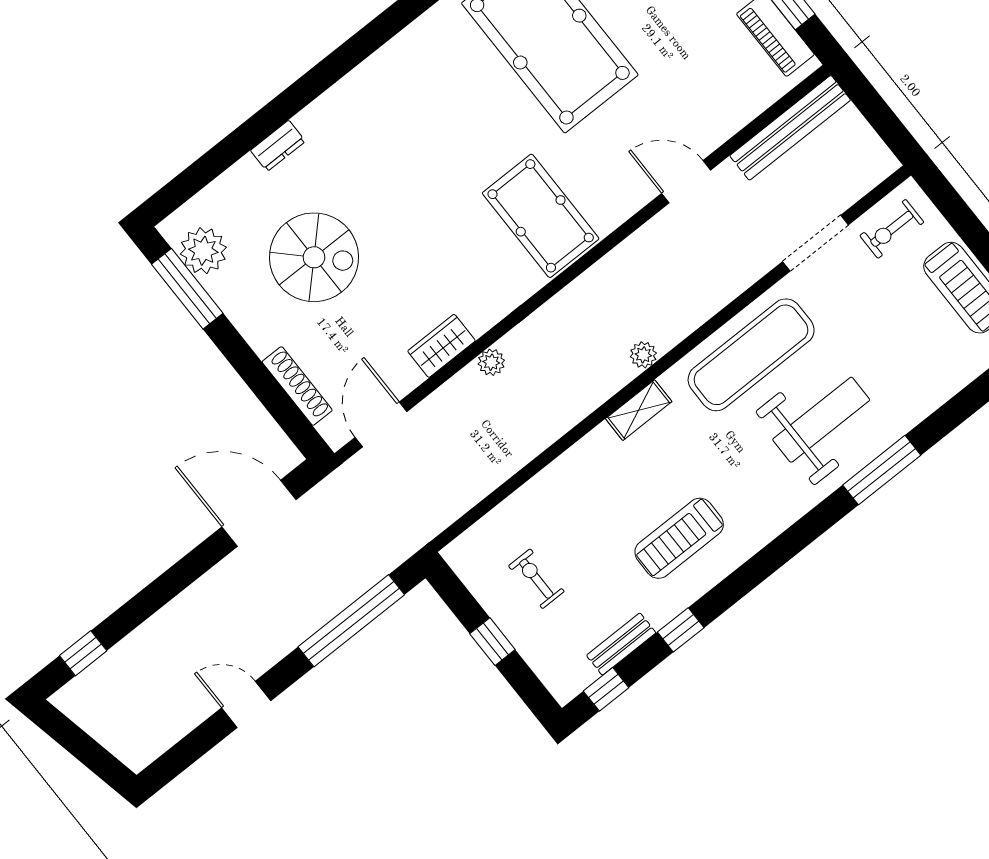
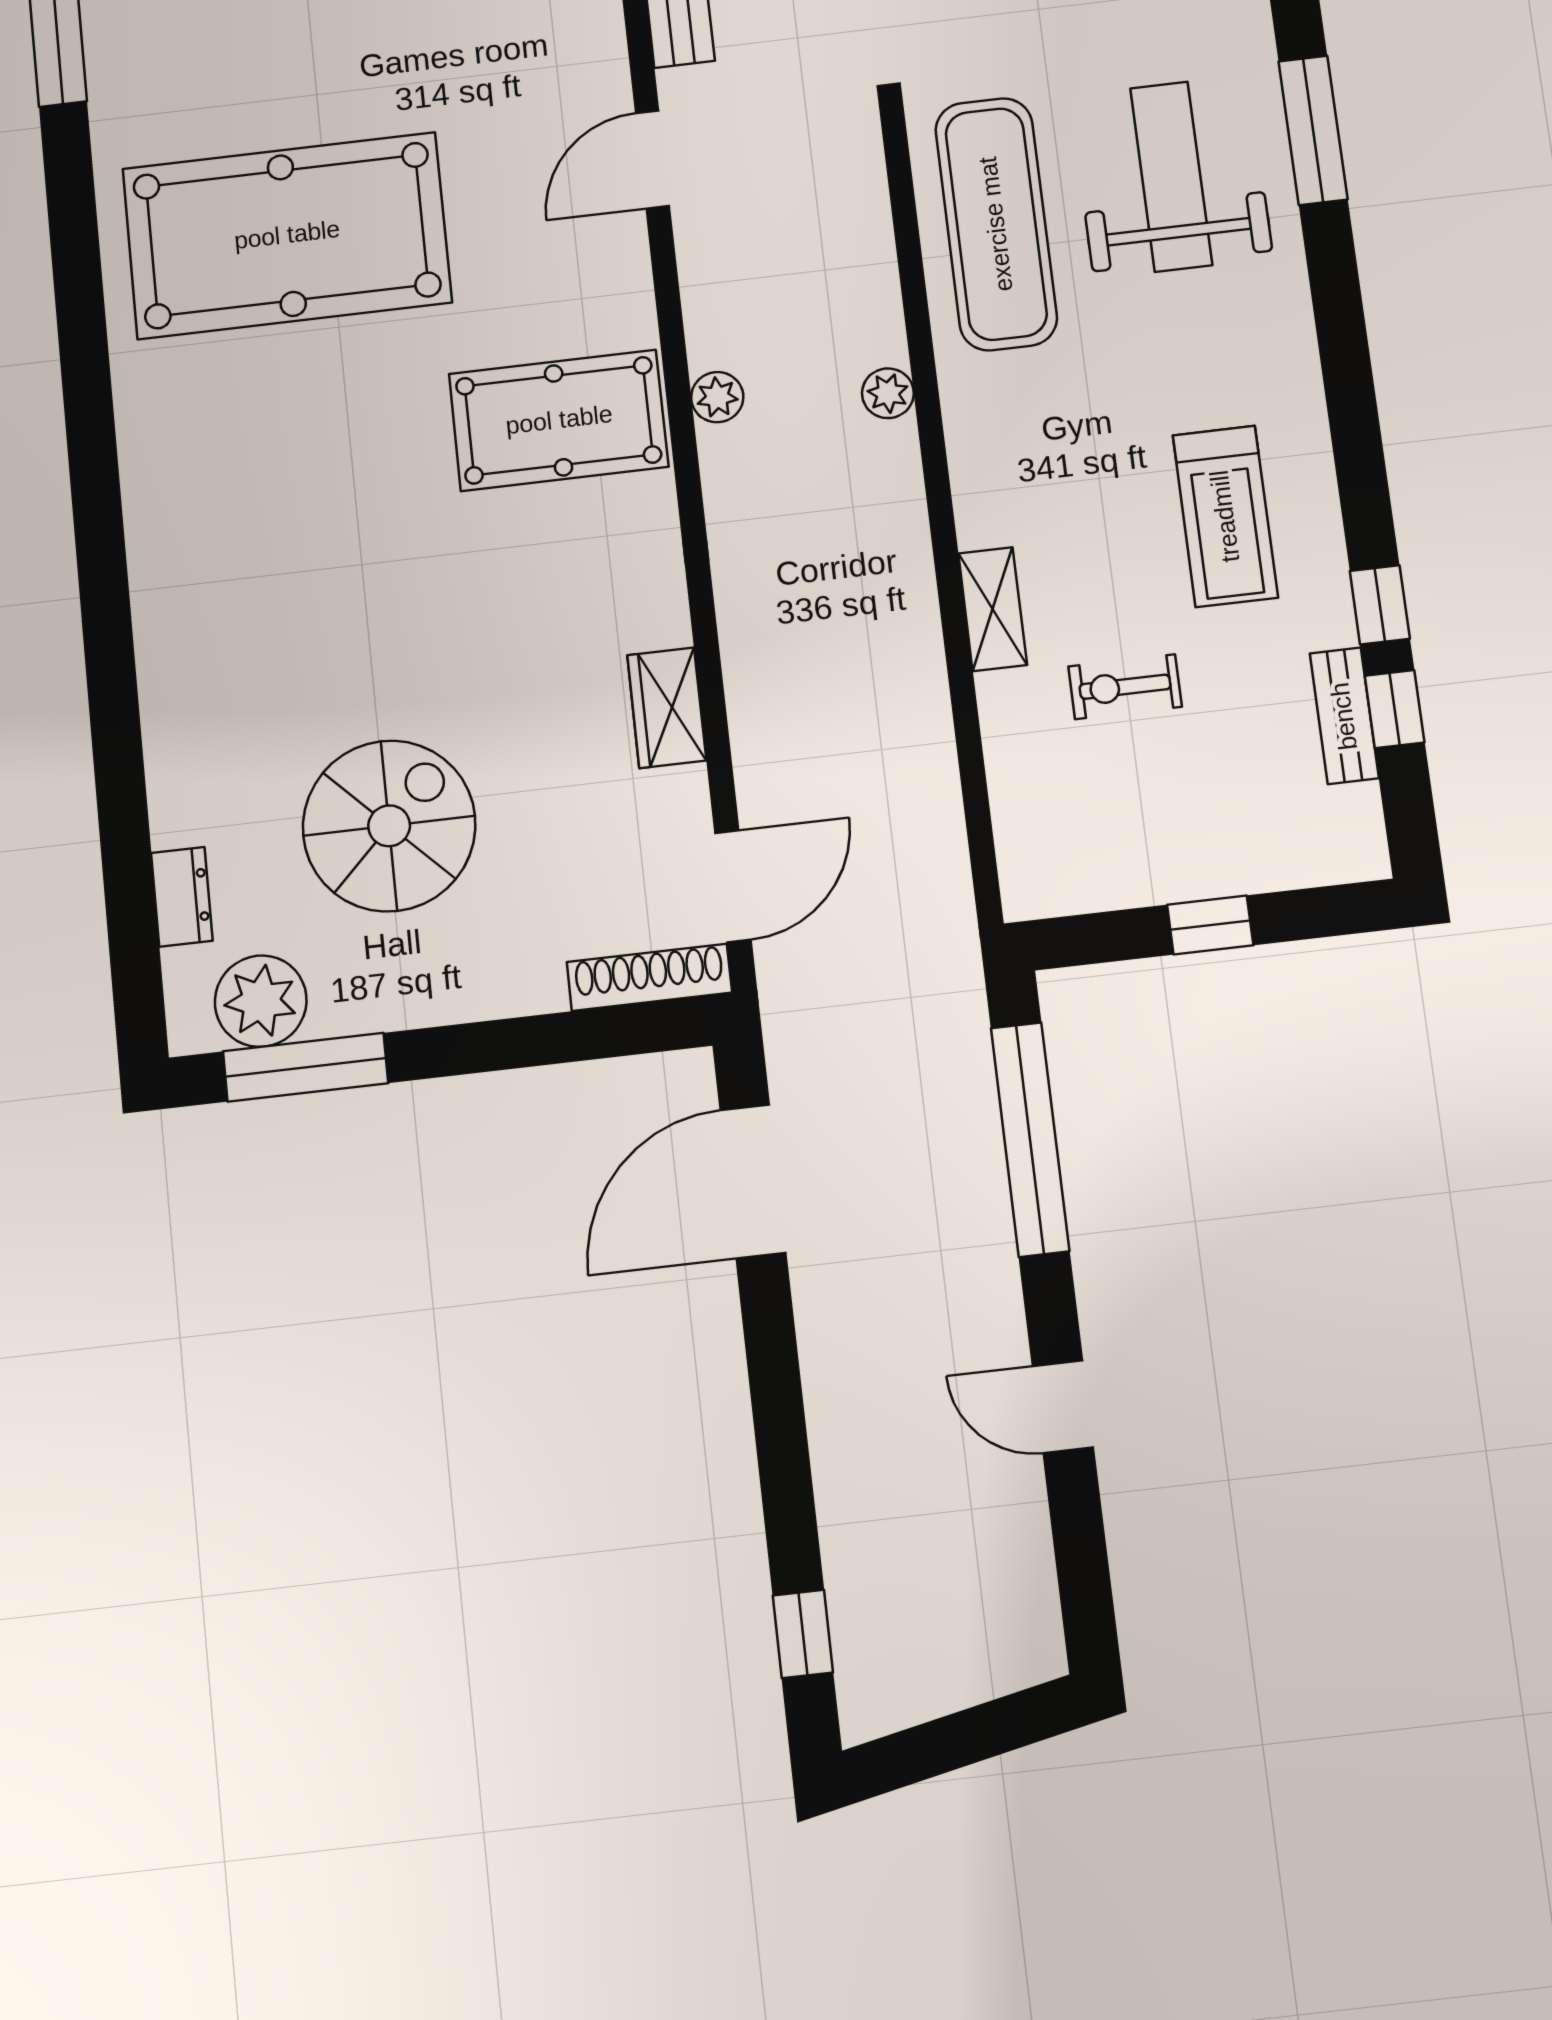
dresser: (278, 146) -> (182, 897), moved
plant: (491, 362) -> (717, 397), moved
shoe rack: (297, 386) -> (649, 977), moved
shelving: (639, 410) -> (993, 609), moved
door: (381, 424) -> (733, 886), swing flipped
exercise bike: (536, 579) -> (1125, 687), moved
window: (606, 689) -> (1395, 709), moved
door: (246, 704) -> (1063, 1407), hinge flipped

